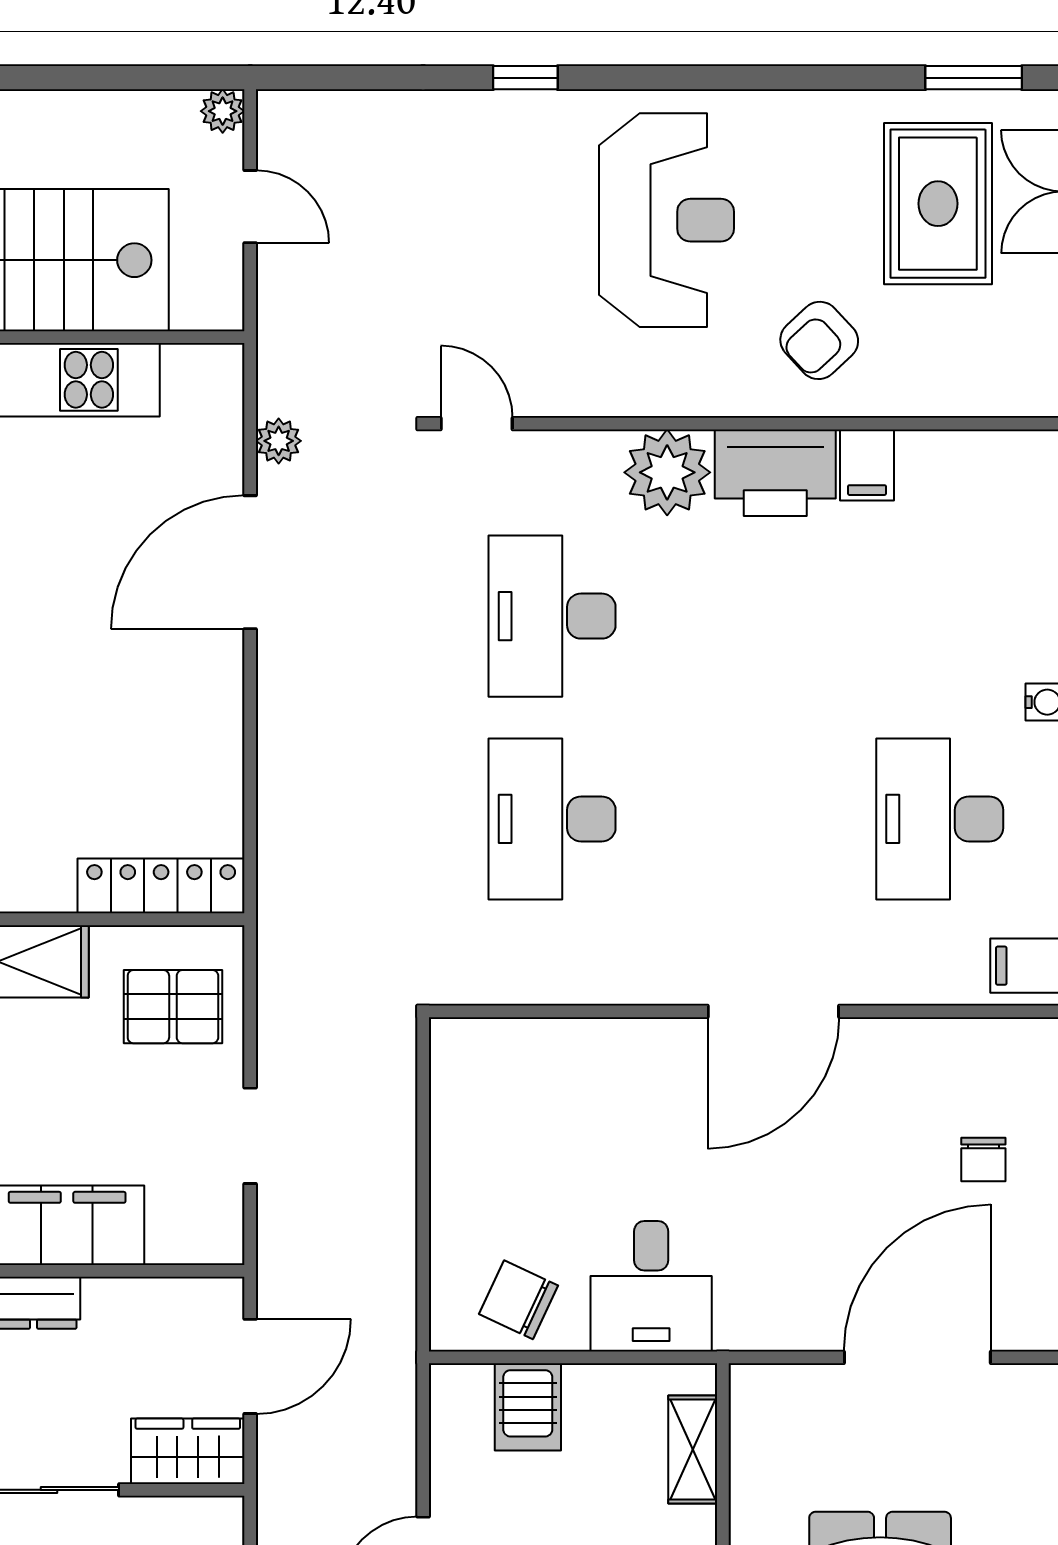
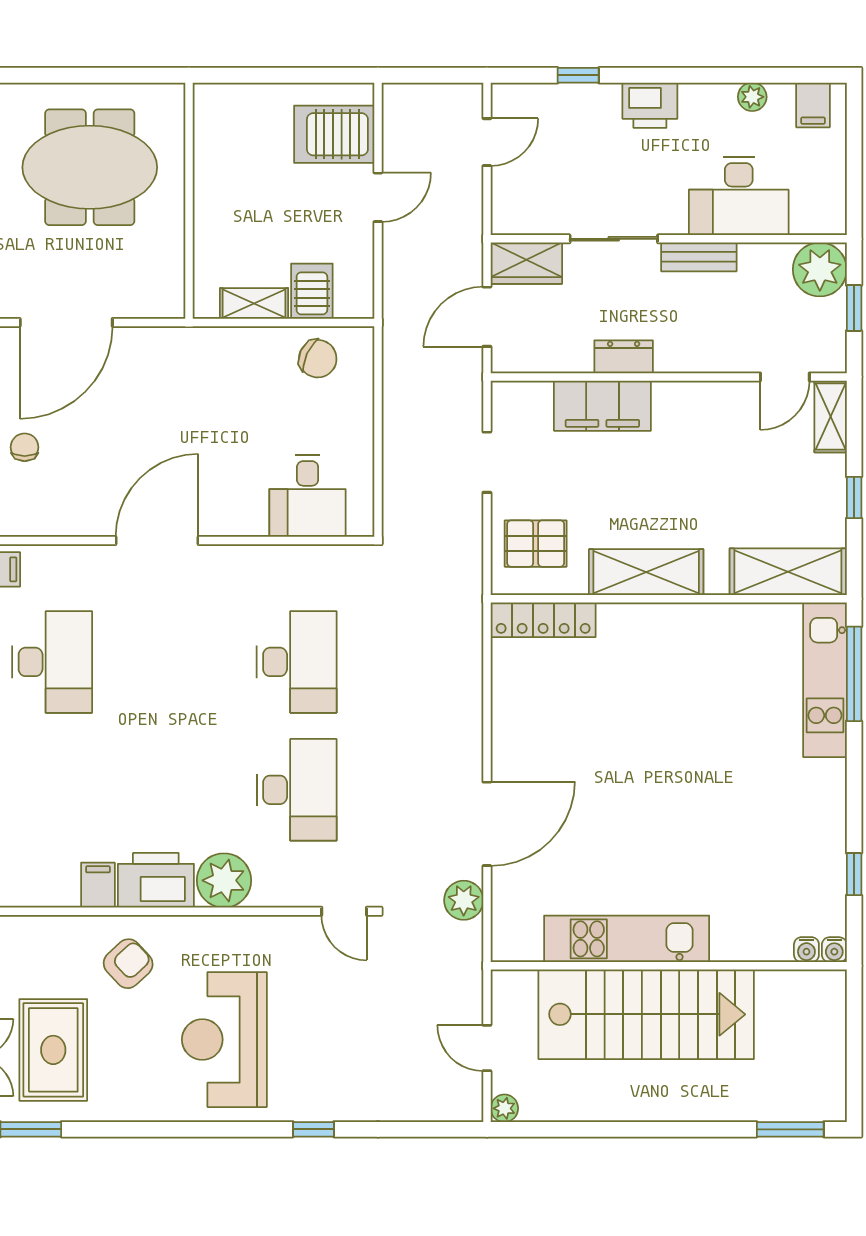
plant: (279, 441) -> (464, 900), width x1.38, depth x1.38
desk: (651, 1286) -> (308, 496), moved, turned 180
shelving: (693, 1449) -> (254, 303), moved, turned 90

